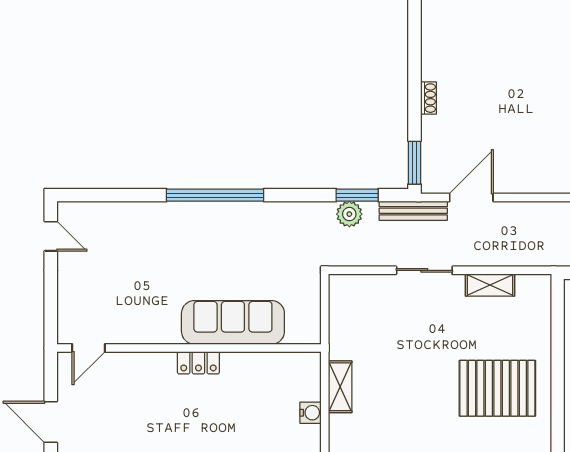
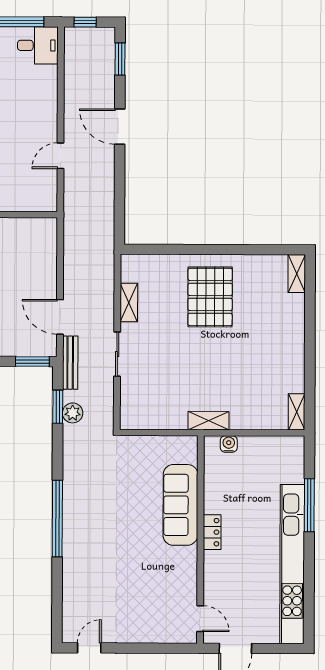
sofa: (233, 322) -> (180, 505), moved
door: (89, 348) -> (200, 619), moved
wall: (189, 348) -> (200, 540), moved
locker: (198, 363) -> (212, 532), moved

